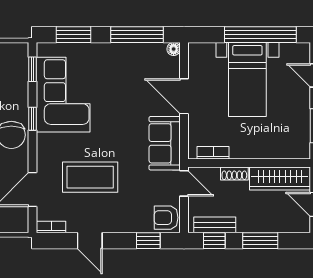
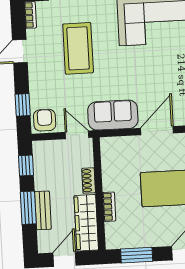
bookcase: (213, 153) -> (109, 207), moved
door: (184, 183) -> (77, 135), swing flipped
bench: (215, 225) -> (43, 210), moved

